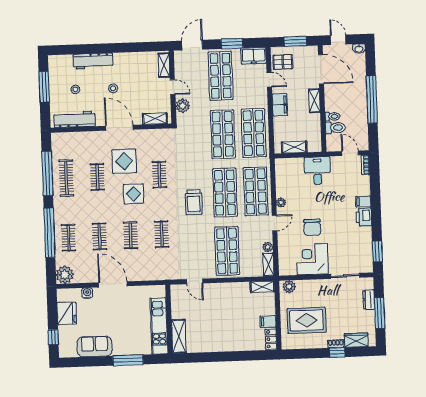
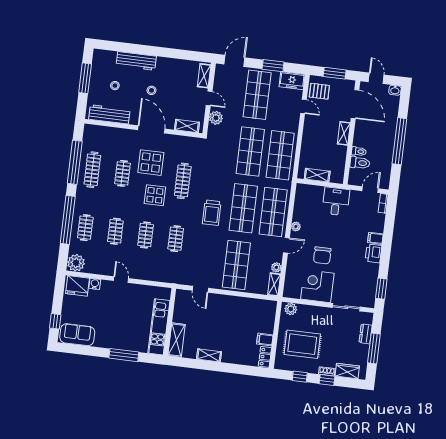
filing cabinet: (280, 105) -> (310, 132), removed
door: (350, 153) -> (370, 190), hinge flipped
clothes rail: (159, 175) -> (183, 181), width x1.36
door: (113, 284) -> (121, 280), width x0.53
shelving: (262, 287) -> (209, 355), moved
fridge: (67, 313) -> (77, 286), moved, turned 90
sofa: (95, 346) -> (77, 335), moved
window: (309, 353) -> (300, 377), added

